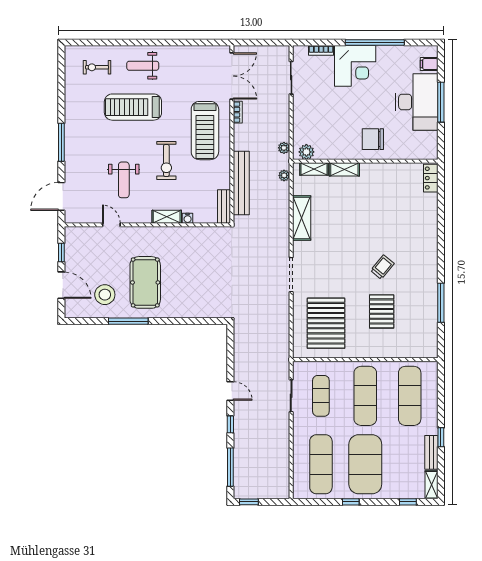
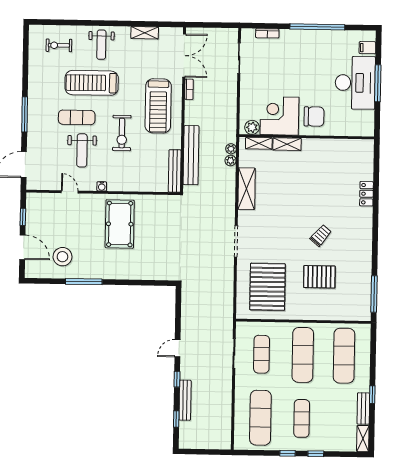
weight bench: (143, 66) -> (101, 45), turned -90
corner desk: (355, 66) -> (279, 116), moved, turned 180
chair: (373, 139) -> (314, 117), turned 180
exercise mat: (118, 144) -> (77, 117), added
plant: (284, 148) -> (231, 161), moved
locker: (431, 178) -> (366, 194), moved
bench: (224, 206) -> (175, 171), width x1.36
shelving: (167, 217) -> (145, 33), moved
water cooler: (188, 218) -> (102, 186), moved
pool table: (145, 282) -> (120, 224), moved
window: (441, 303) -> (374, 294), moved
pallet: (382, 311) -> (319, 277), turned 90
door: (230, 391) -> (178, 348), swing flipped
bench: (239, 447) -> (185, 400), added
exercise mat: (365, 464) -> (302, 418), width x0.50, depth x0.69
window: (230, 467) -> (176, 419), width x0.46
window: (249, 502) -> (193, 452), removed
window: (408, 502) -> (316, 454), moved

